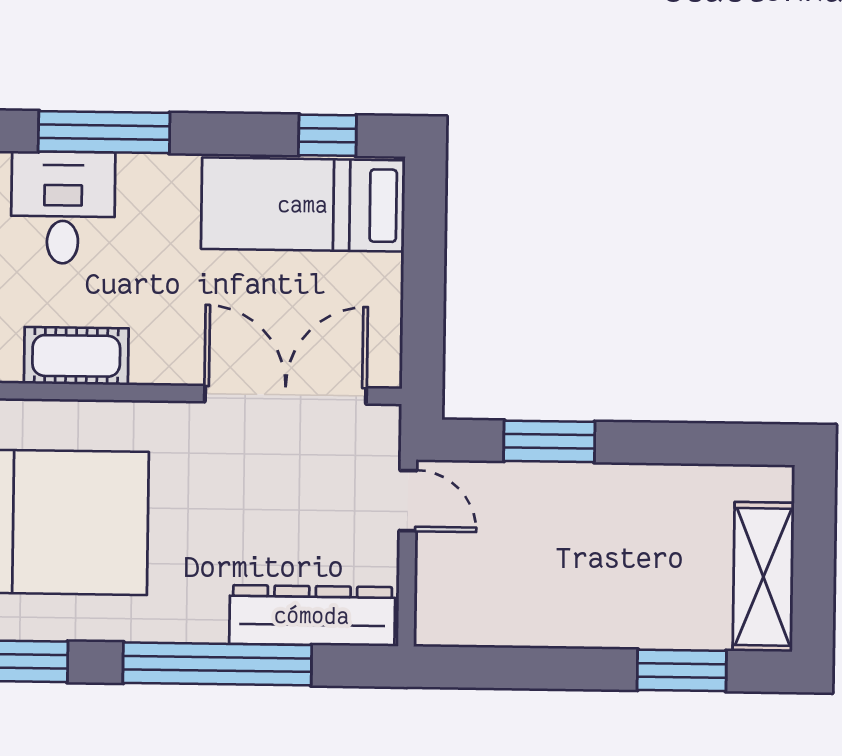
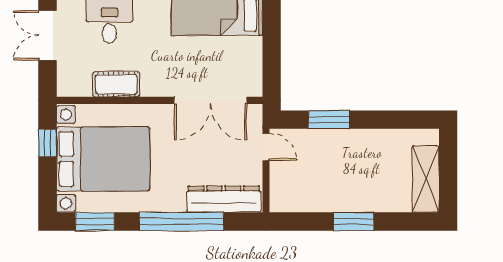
double door: (285, 395) -> (210, 100), swing flipped
window: (682, 670) -> (354, 221), moved

